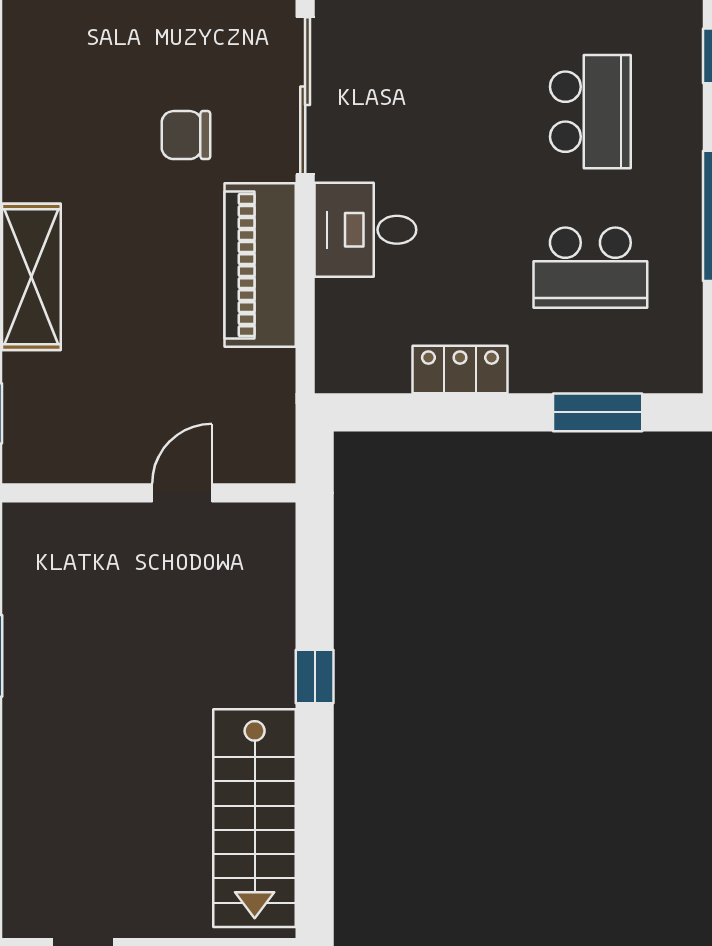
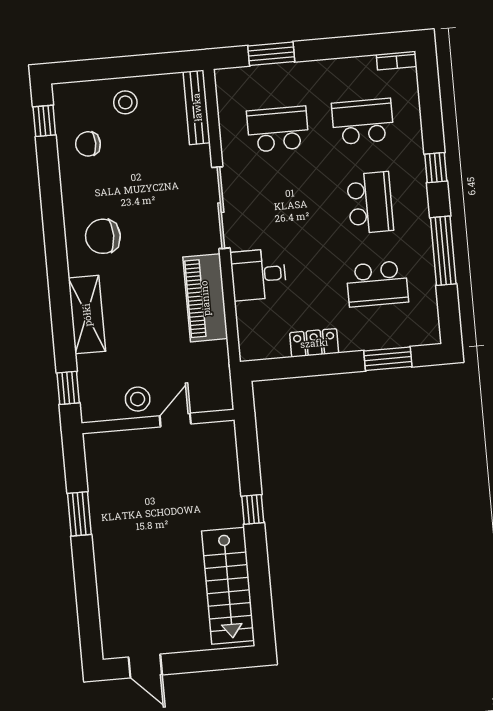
chair: (186, 135) -> (103, 236), moved, width x1.37, depth x1.37
stool: (114, 447) -> (138, 399), added

